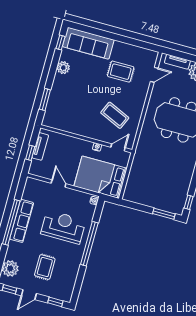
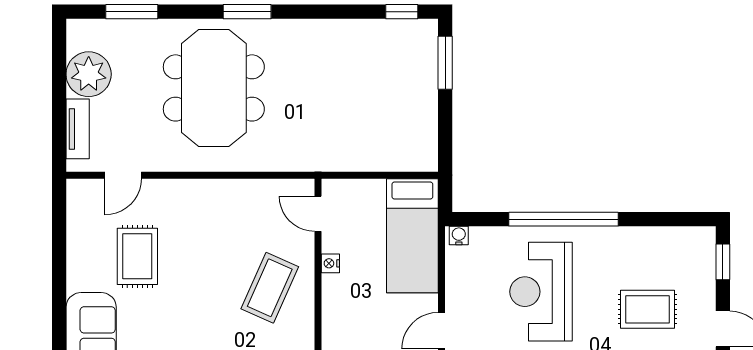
door: (154, 75) -> (123, 175), swing flipped
coffee table: (115, 115) -> (270, 288), moved
bed: (101, 177) -> (412, 236), width x0.67

